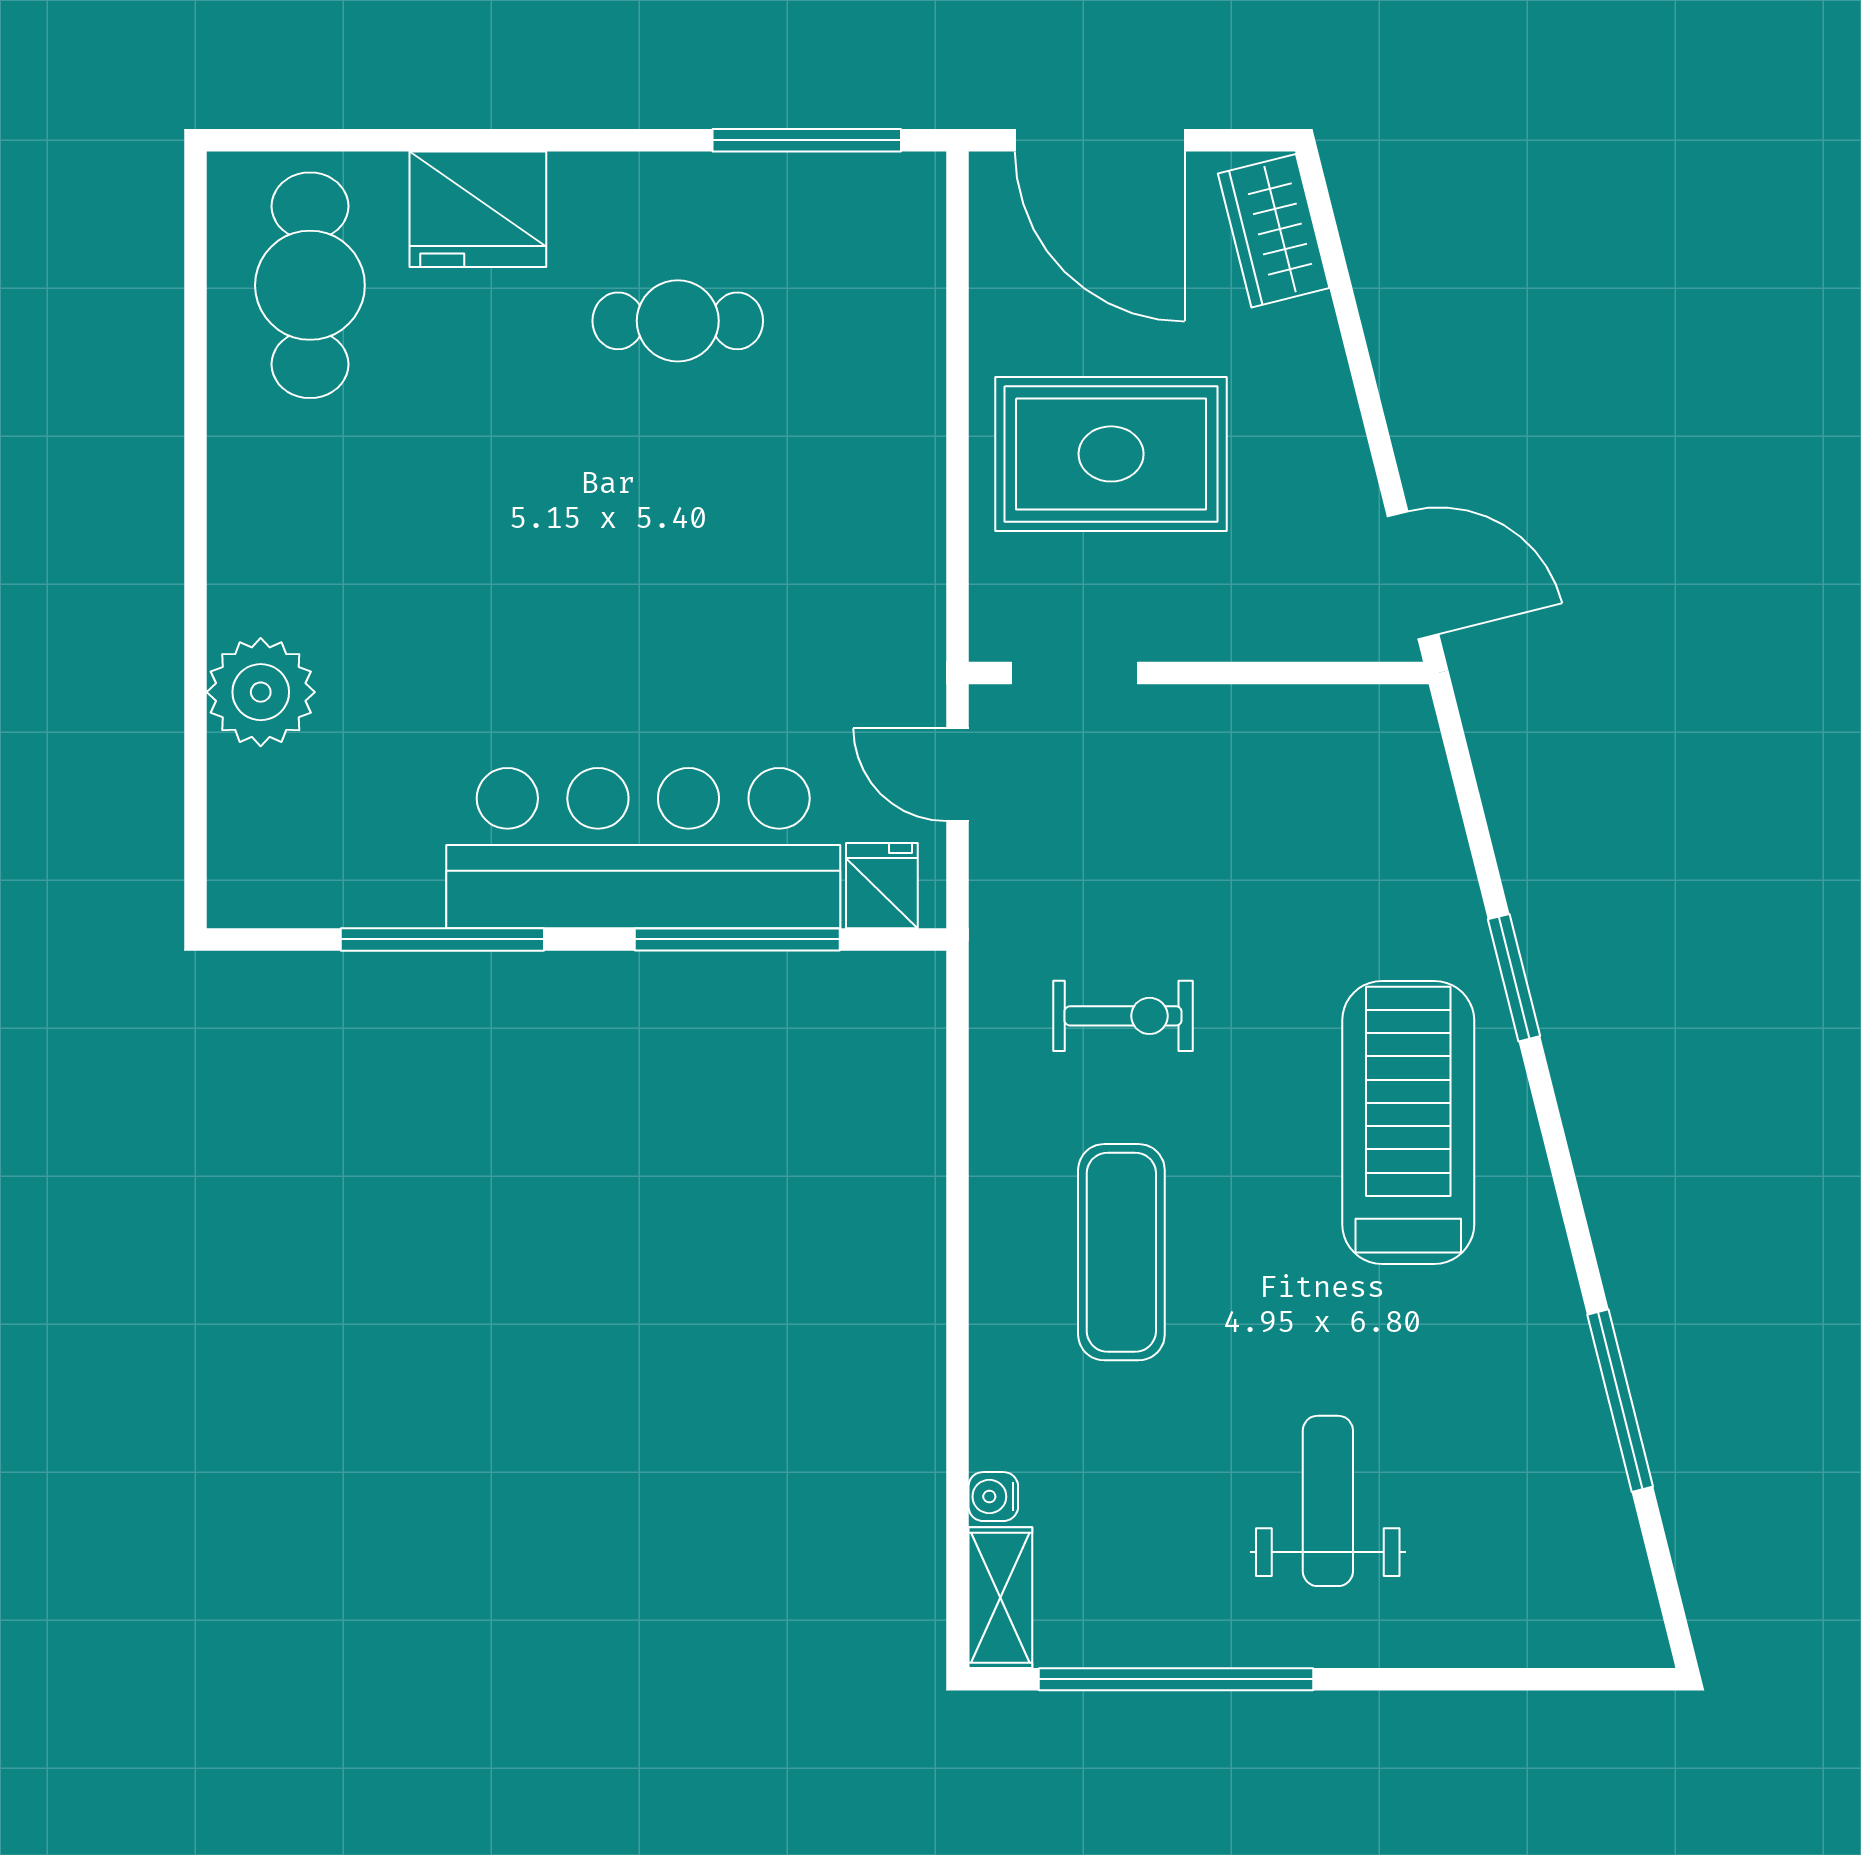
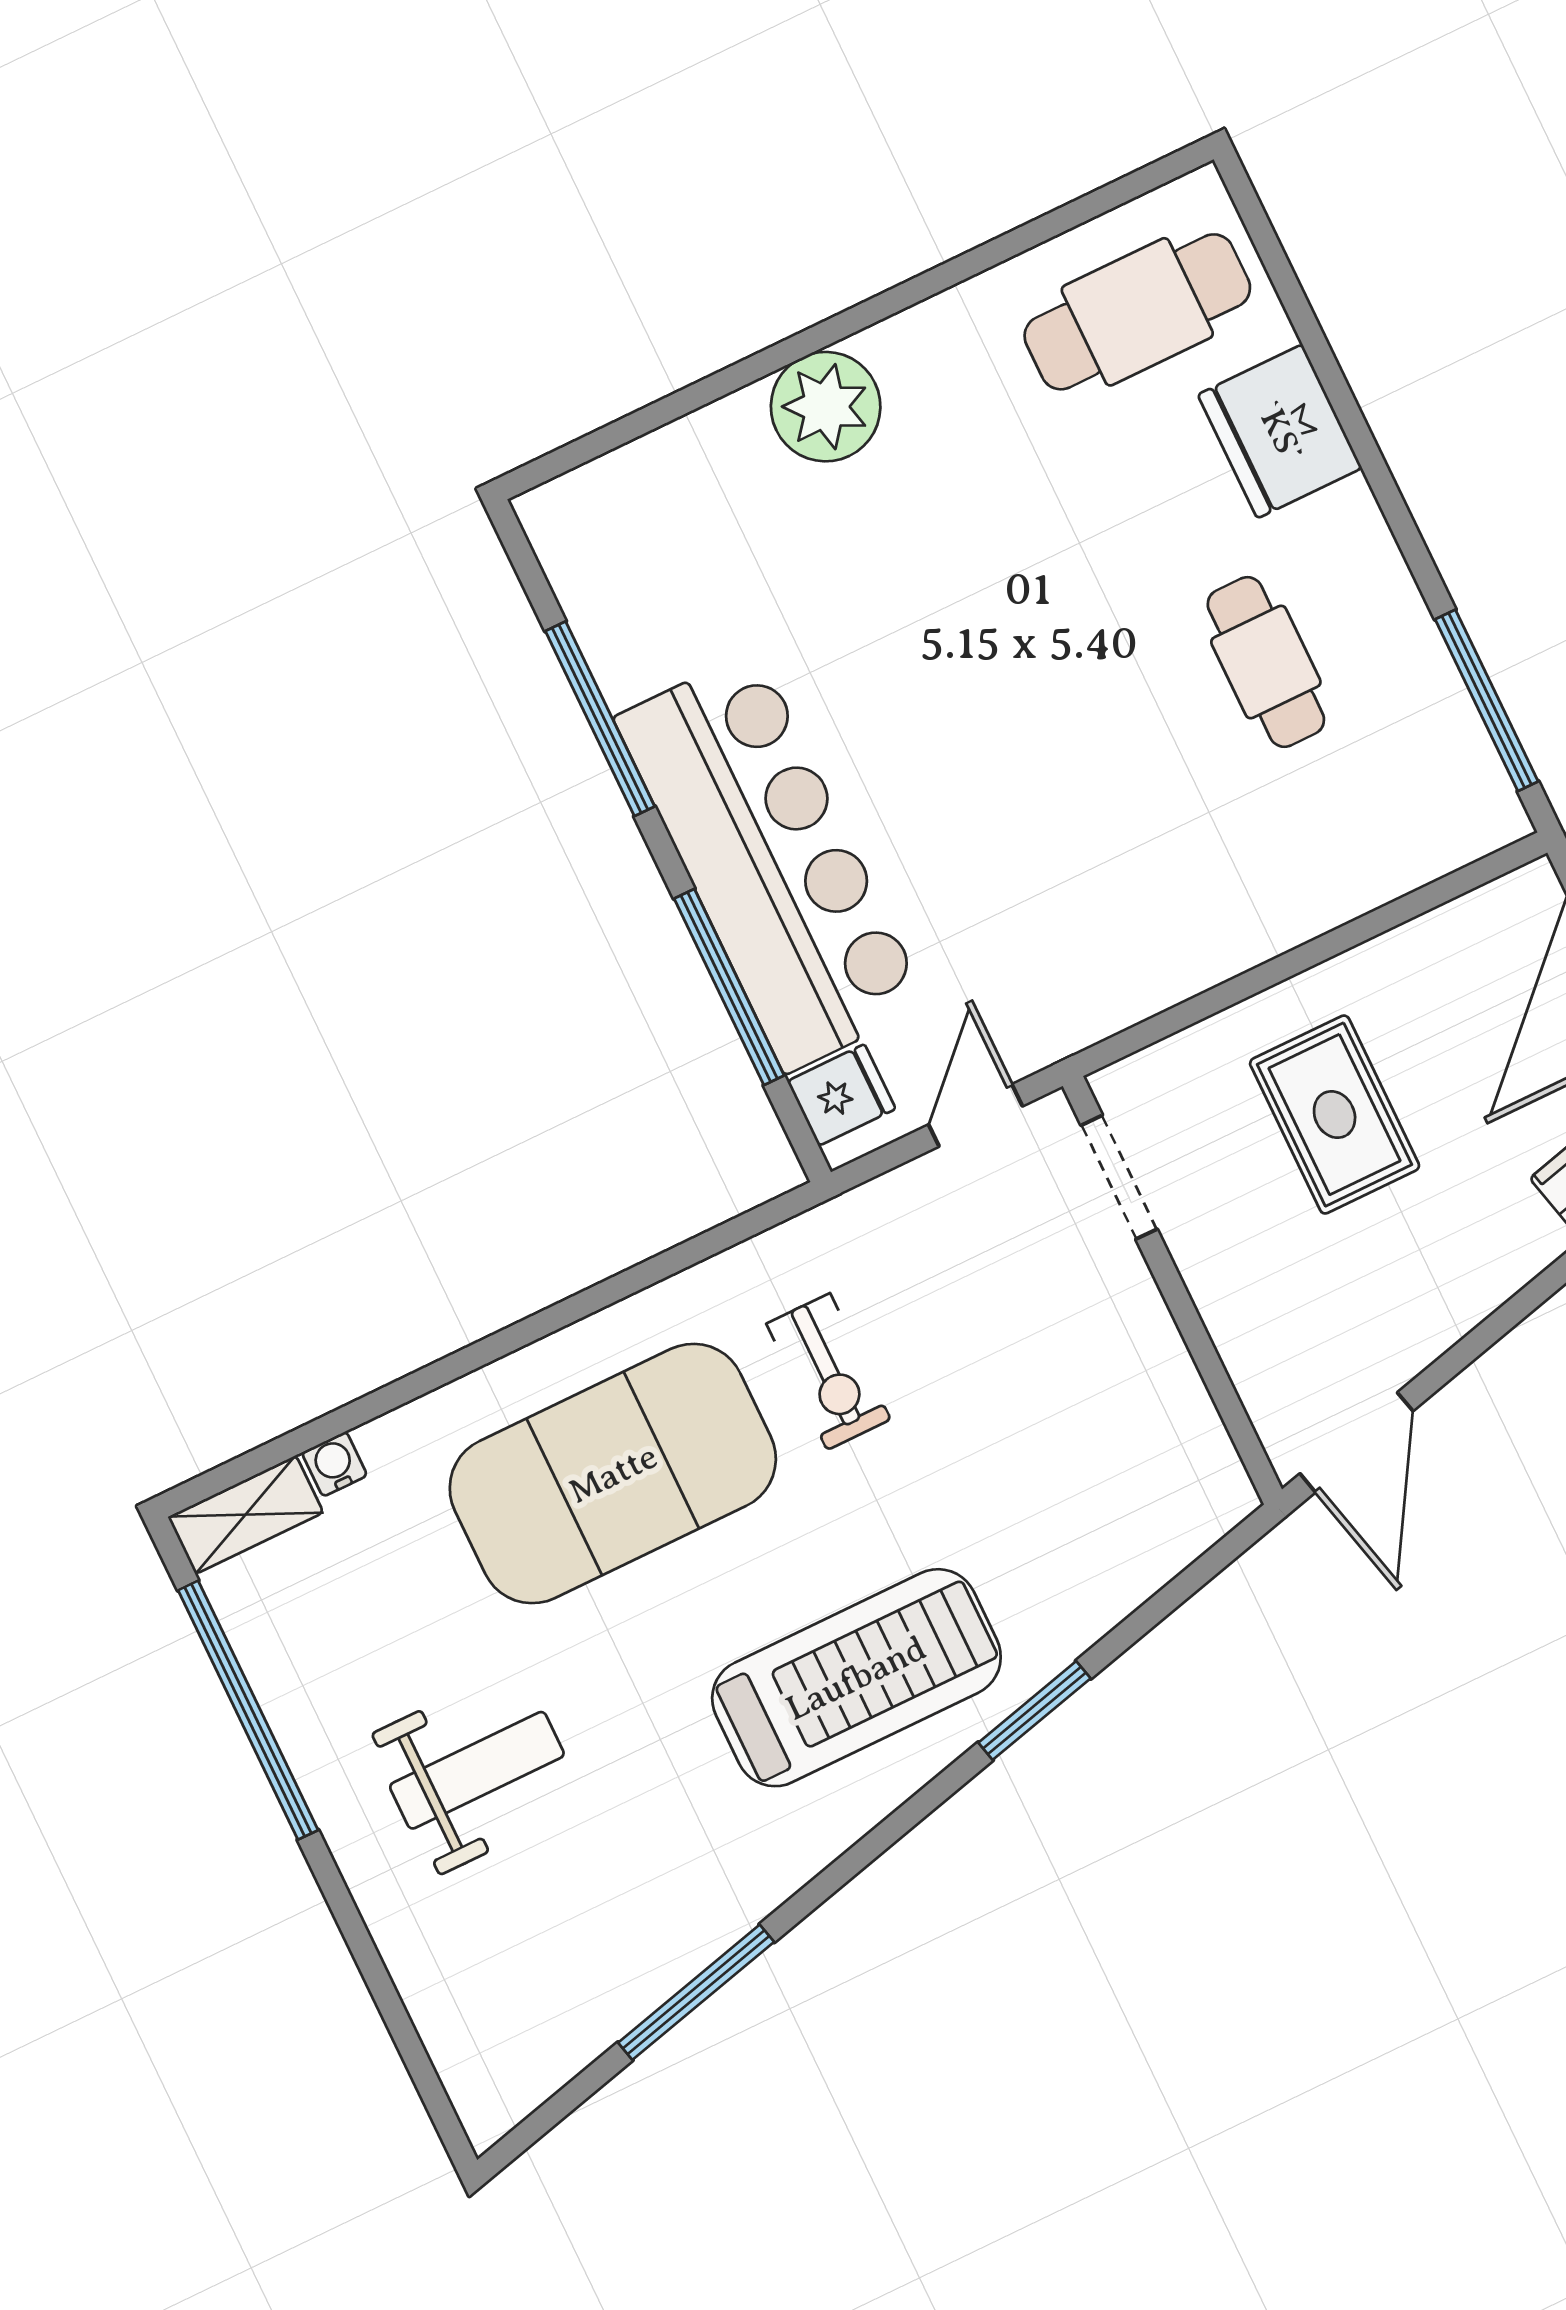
rug: (1111, 454) -> (1335, 1115), width x0.73, depth x0.70
plant: (261, 692) -> (826, 407), moved
exercise mat: (1121, 1252) -> (613, 1474), width x2.00, depth x1.45

